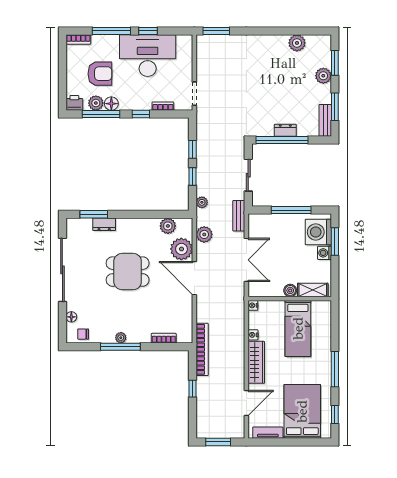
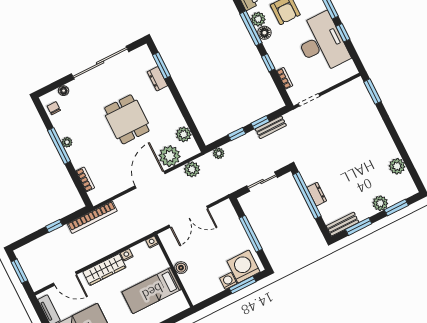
bench: (239, 216) -> (271, 127), moved
shelving: (313, 290) -> (191, 287), removed

